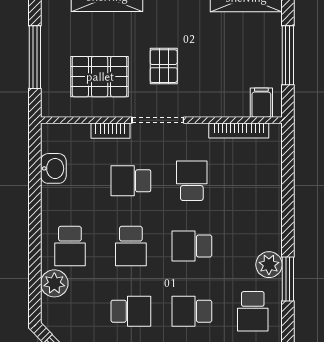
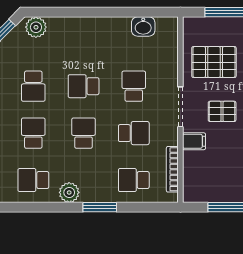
pallet: (100, 77) -> (214, 62), turned 90
filing cabinet: (261, 103) -> (194, 141), moved
bookcase: (110, 131) -> (172, 70), removed
school desk: (70, 246) -> (134, 180), moved
window: (288, 279) -> (100, 207), moved
plant: (54, 283) -> (36, 27), moved

